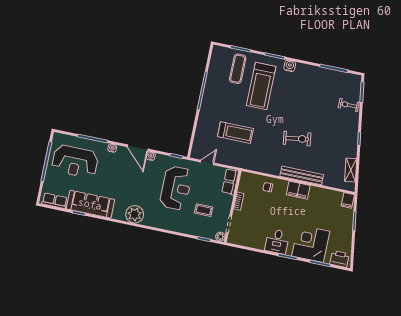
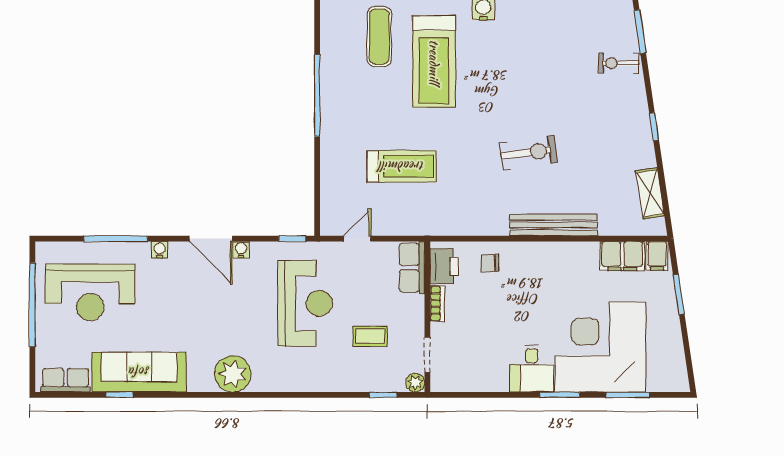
filing cabinet: (298, 190) -> (622, 256), moved
corner desk: (311, 244) -> (600, 347), width x1.36, depth x1.36
printer: (339, 259) -> (445, 266), moved, turned 90

